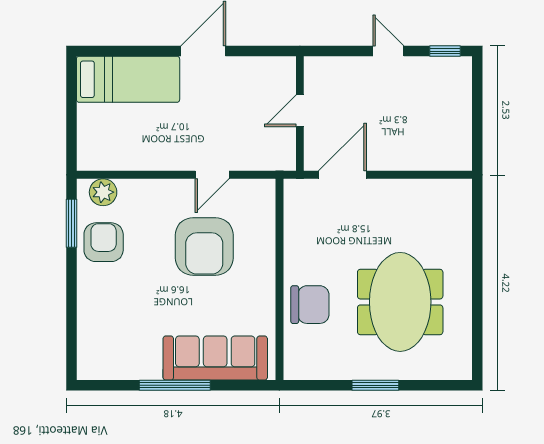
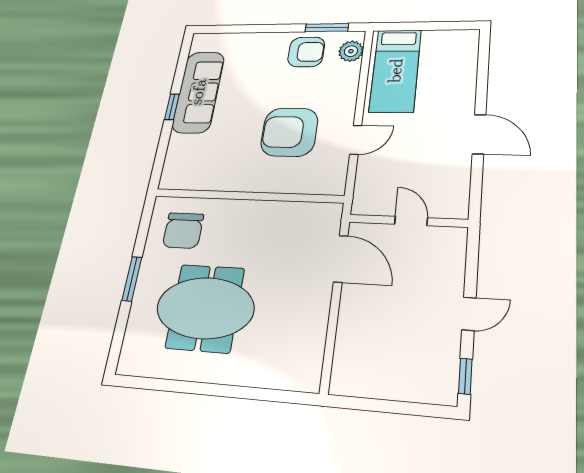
bed: (128, 79) -> (395, 71), moved
door: (212, 175) -> (356, 140), swing flipped
chair: (310, 305) -> (183, 231), moved
sofa: (215, 358) -> (198, 92), moved
window: (175, 385) -> (172, 107), width x0.46

